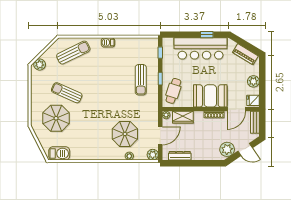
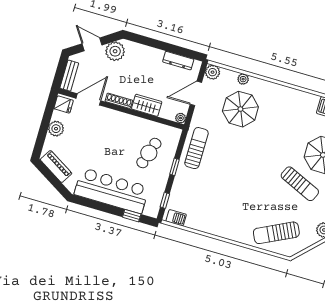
window: (207, 35) -> (132, 216), moved
barbecue: (108, 42) -> (176, 218), moved
sun lounger: (141, 80) -> (196, 148), moved
cafe table: (173, 91) -> (149, 153), moved
booth: (210, 96) -> (117, 126), removed
wardrobe: (183, 117) -> (147, 105), moved

